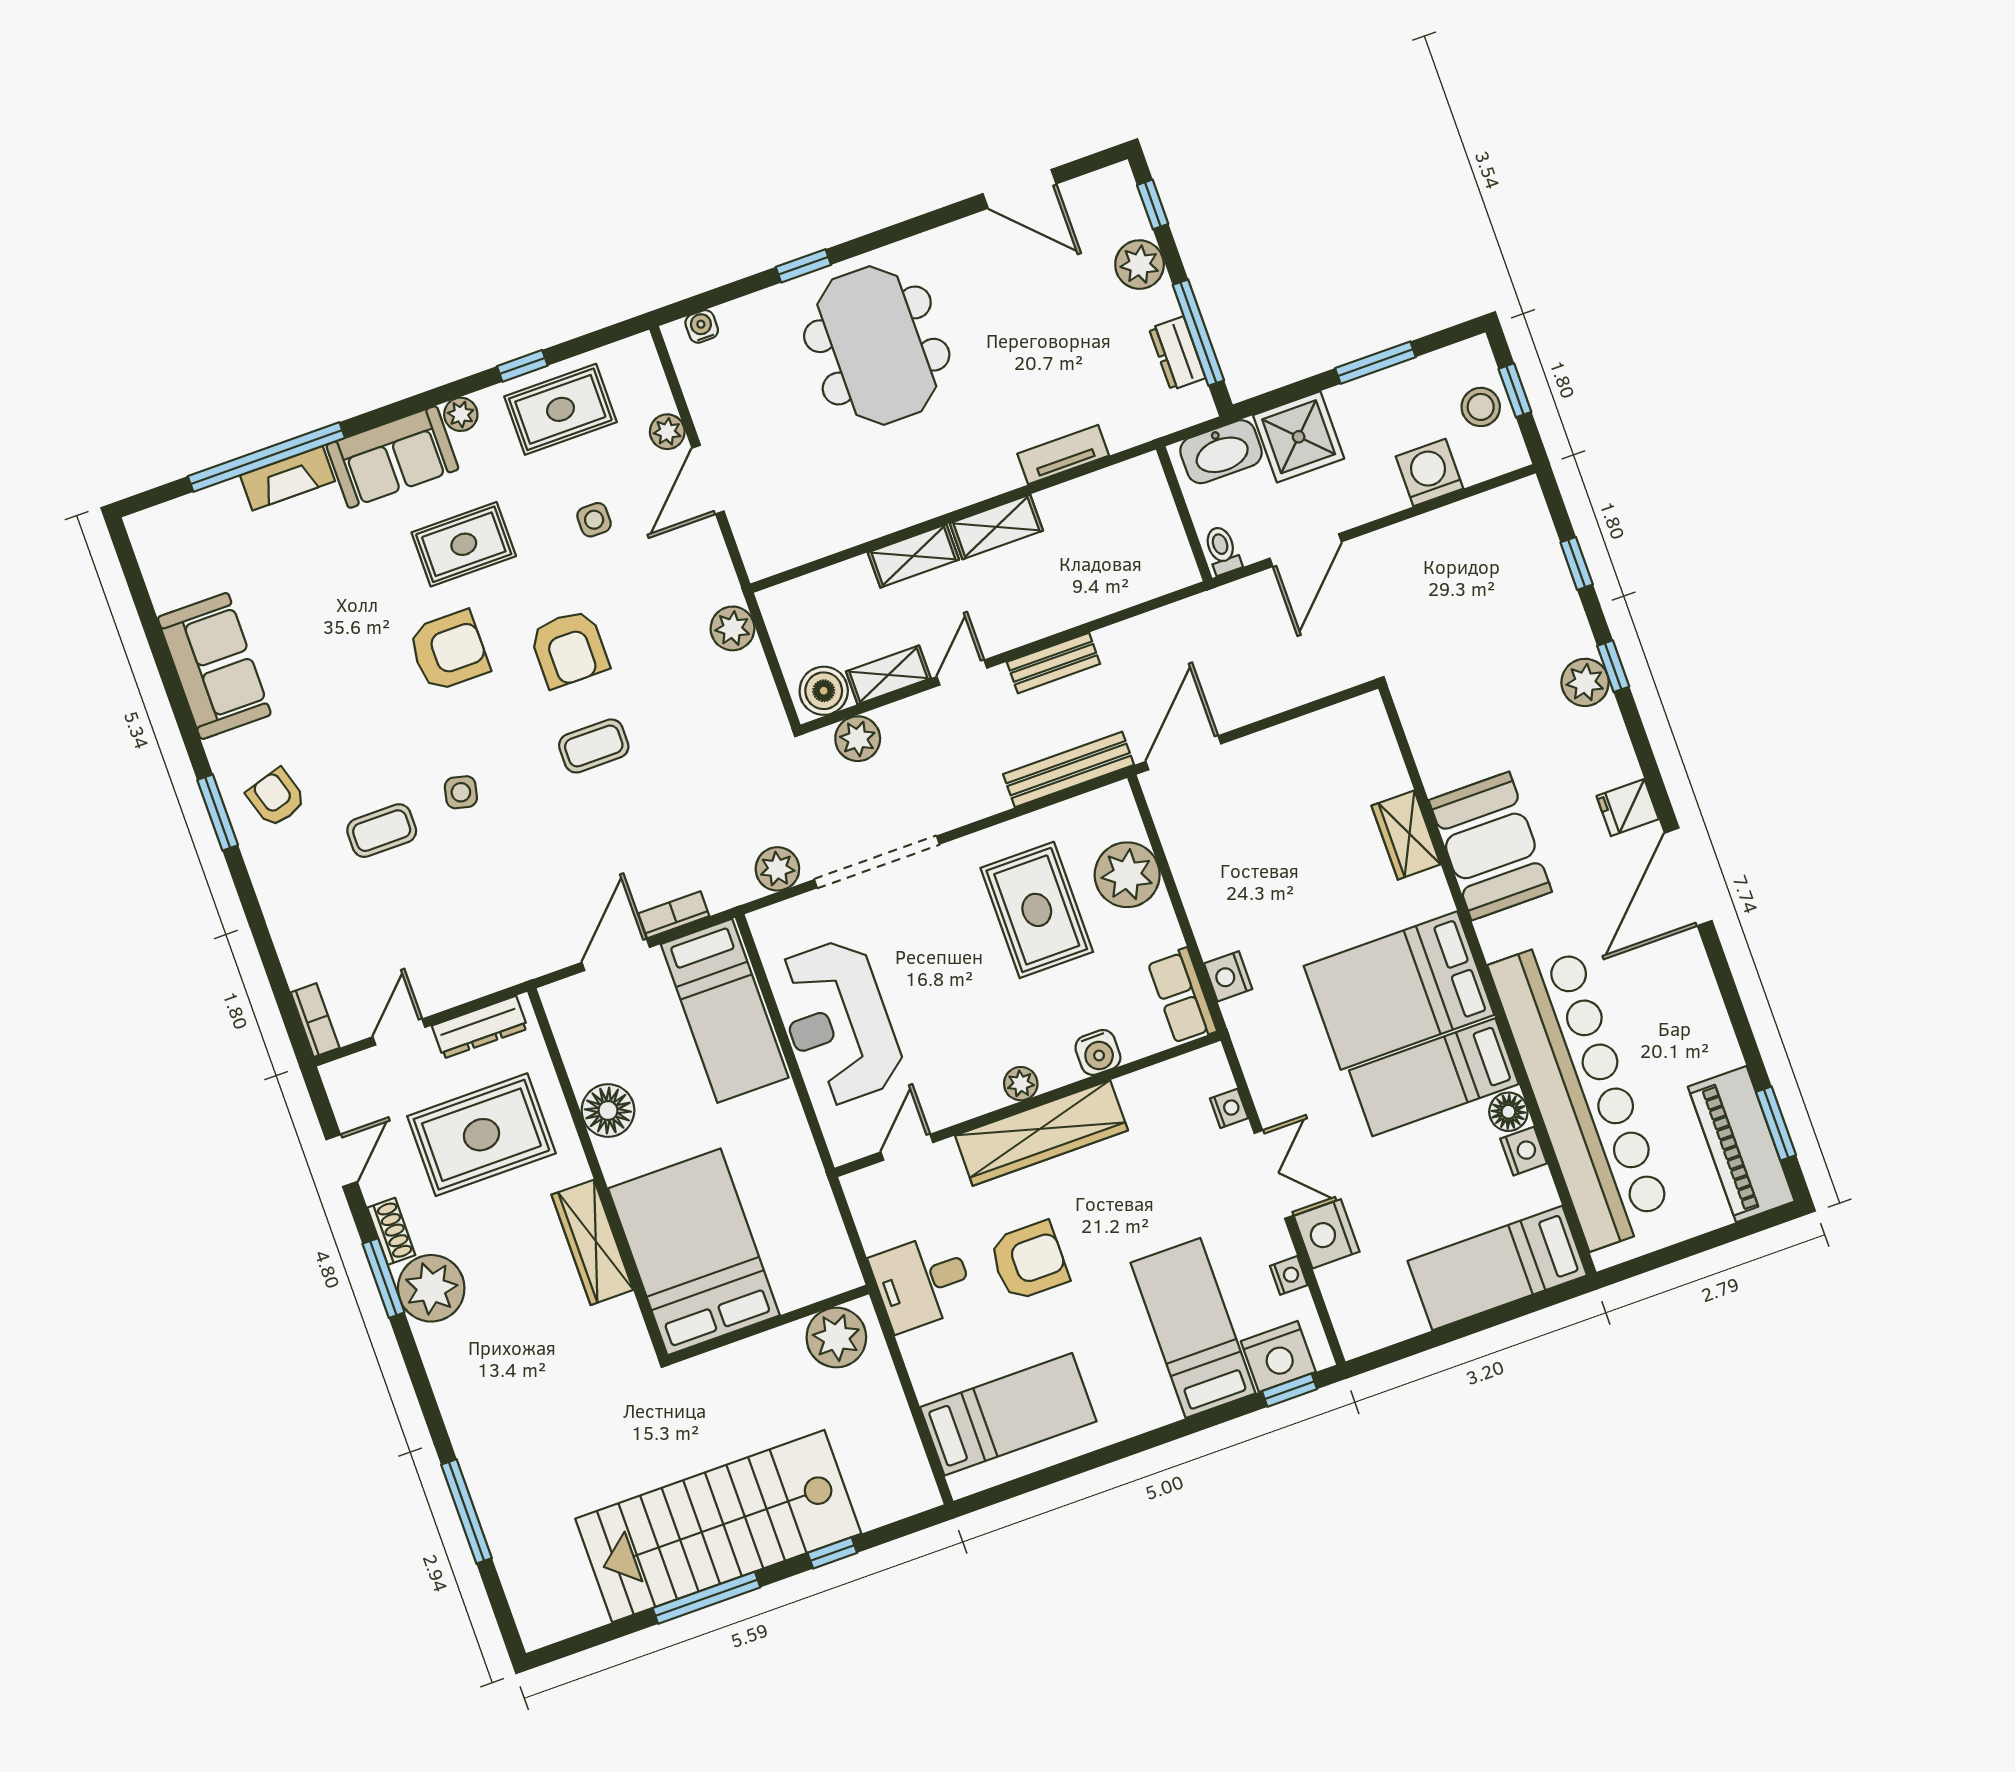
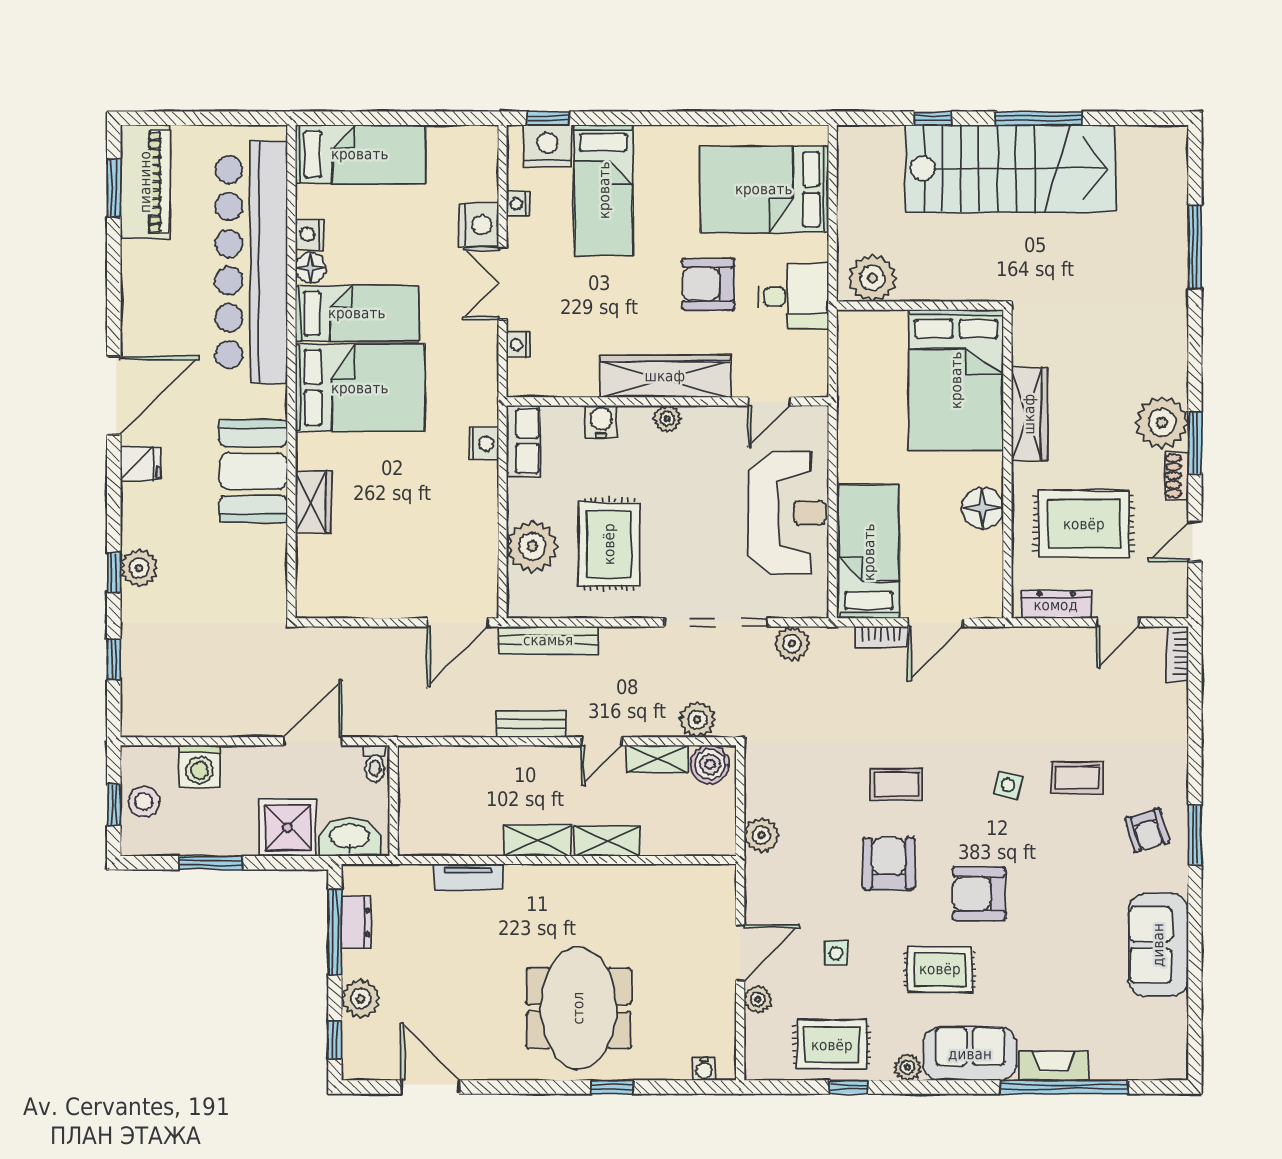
bed: (1008, 1414) -> (764, 189), width x1.50

